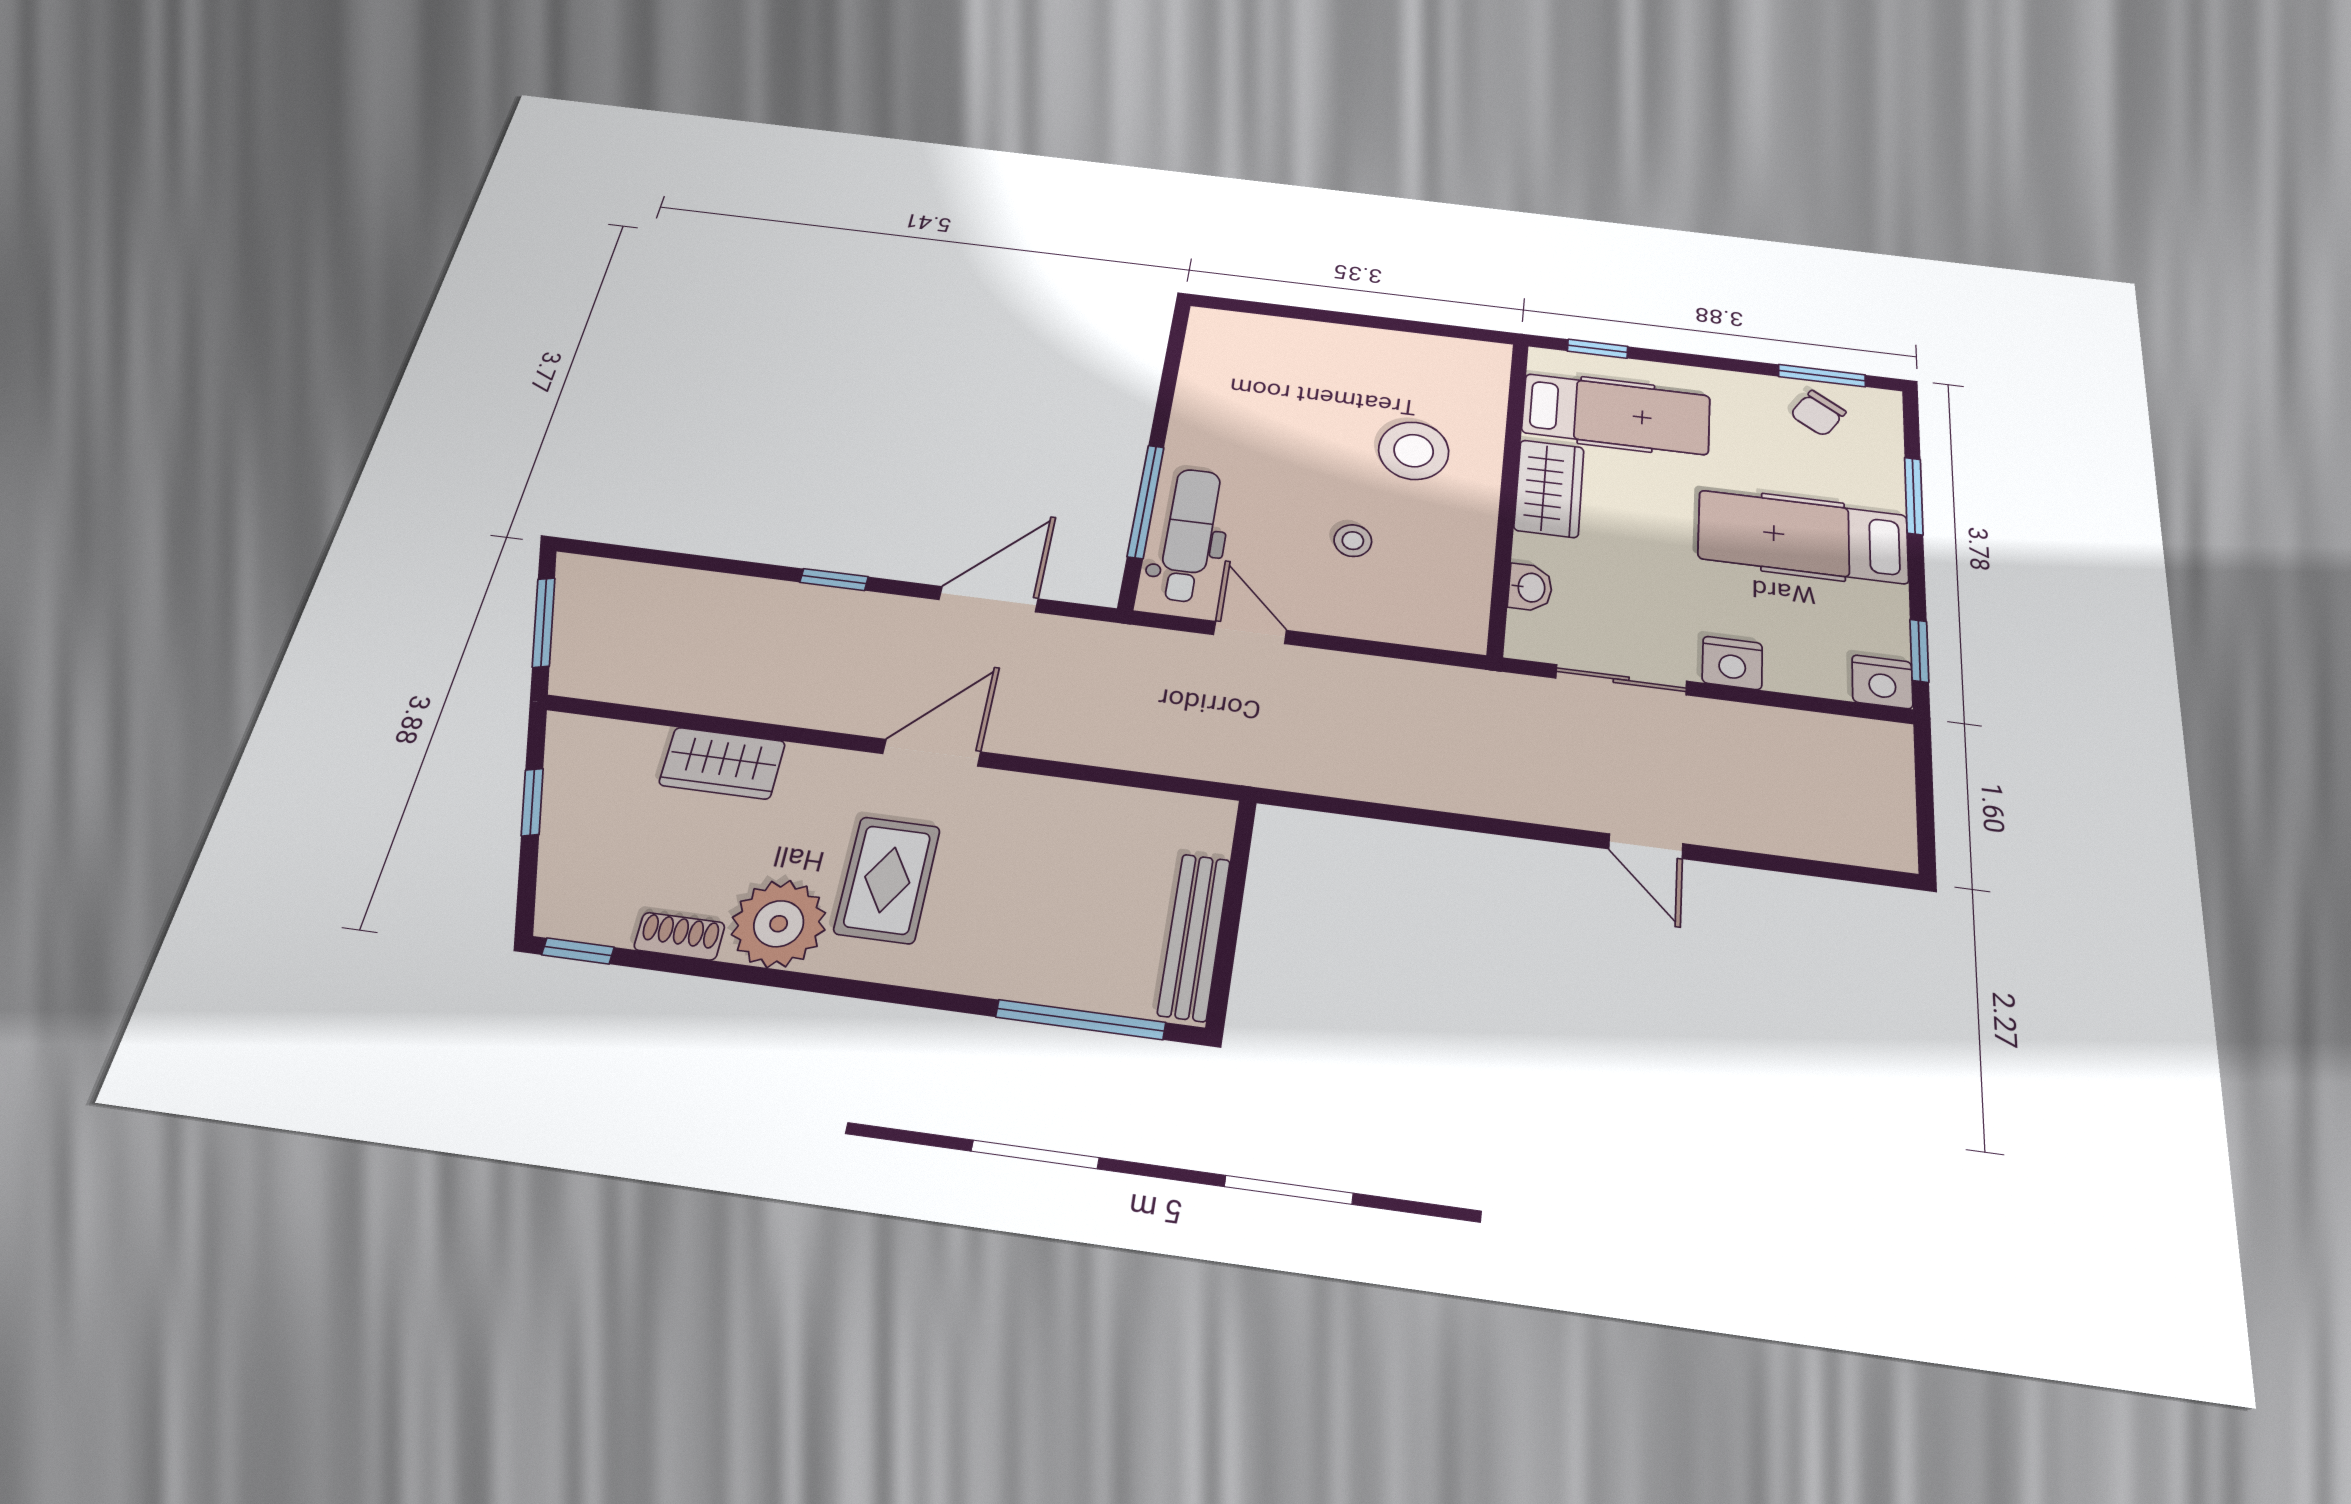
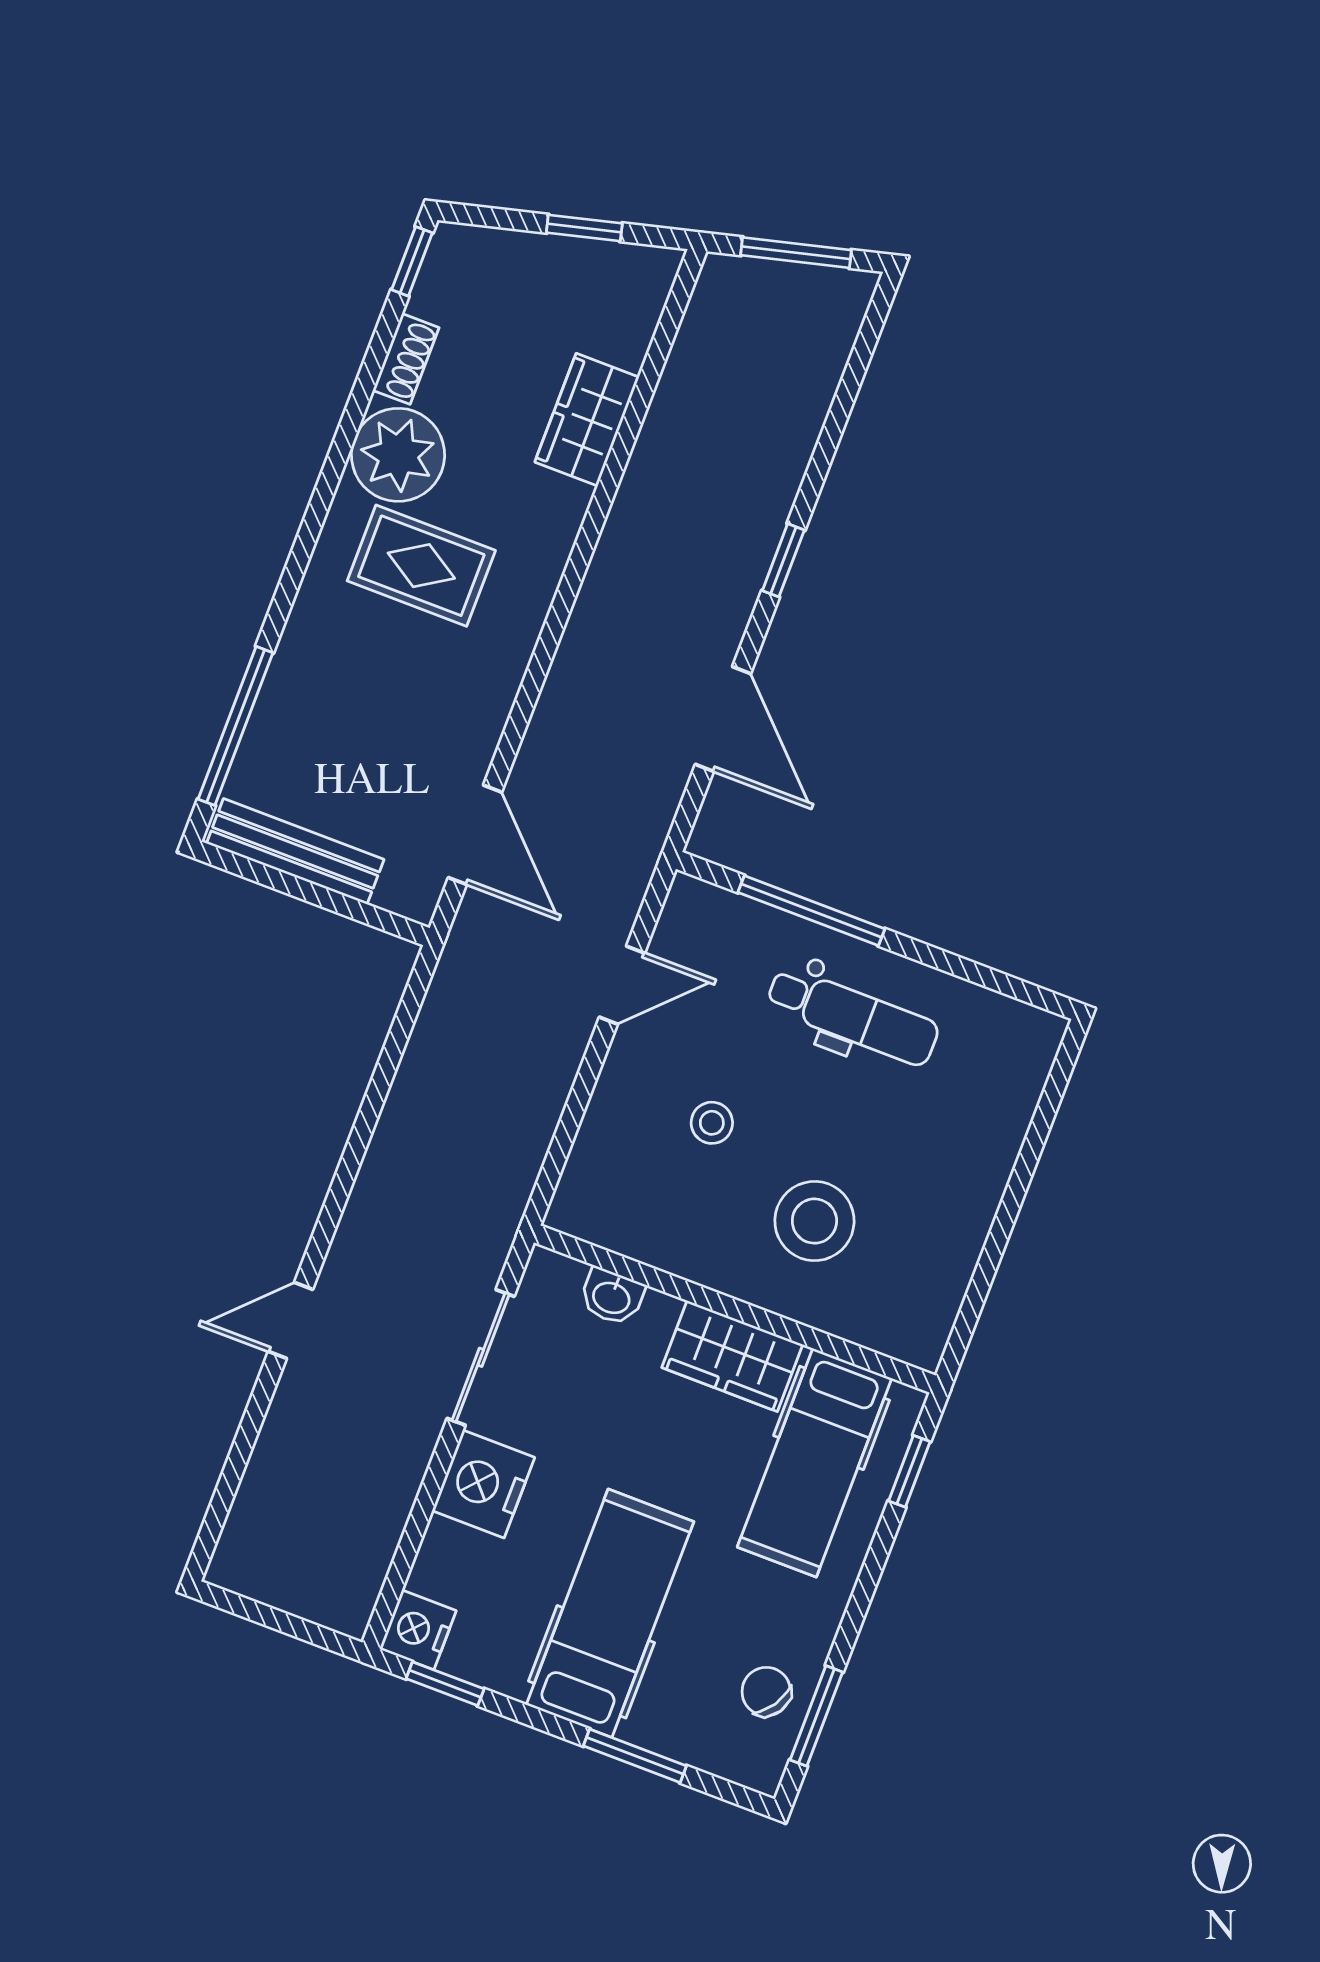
dental chair: (1189, 535) -> (853, 1016), moved
nightstand: (1732, 663) -> (483, 1484), width x1.36, depth x1.33
door: (932, 753) -> (475, 835), moved

